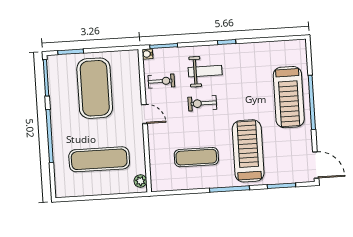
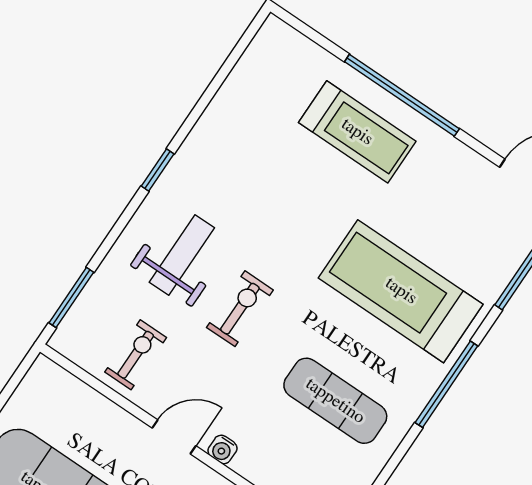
water cooler: (147, 54) -> (222, 449), moved
treadmill: (289, 97) -> (357, 132), width x0.73, depth x0.73
exercise bike: (202, 103) -> (240, 309), turned 180
exercise mat: (196, 157) -> (335, 401), turned 90

